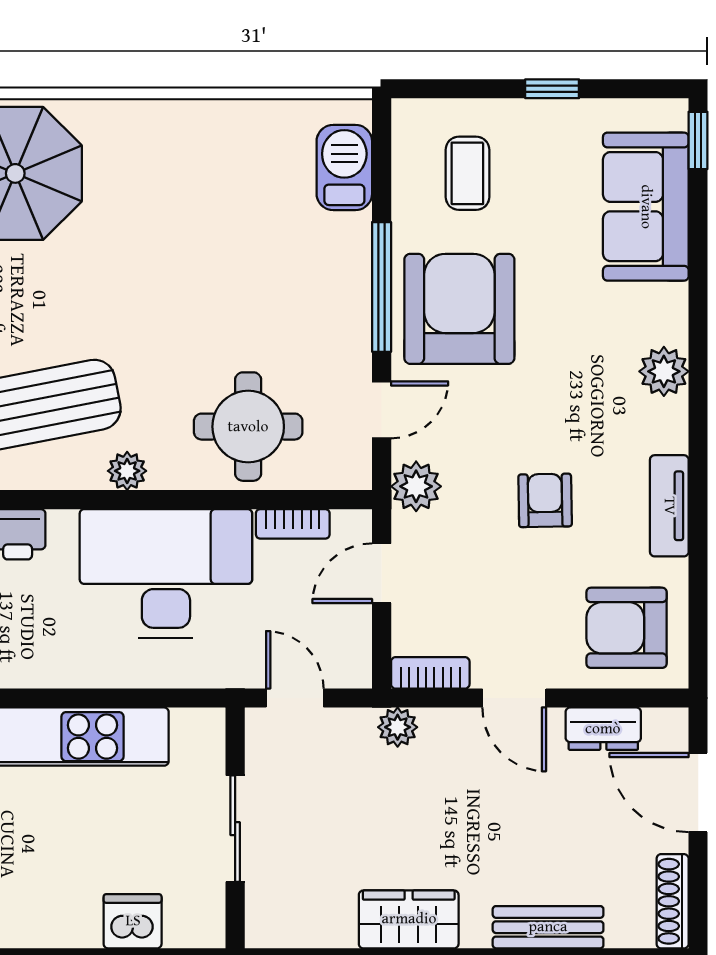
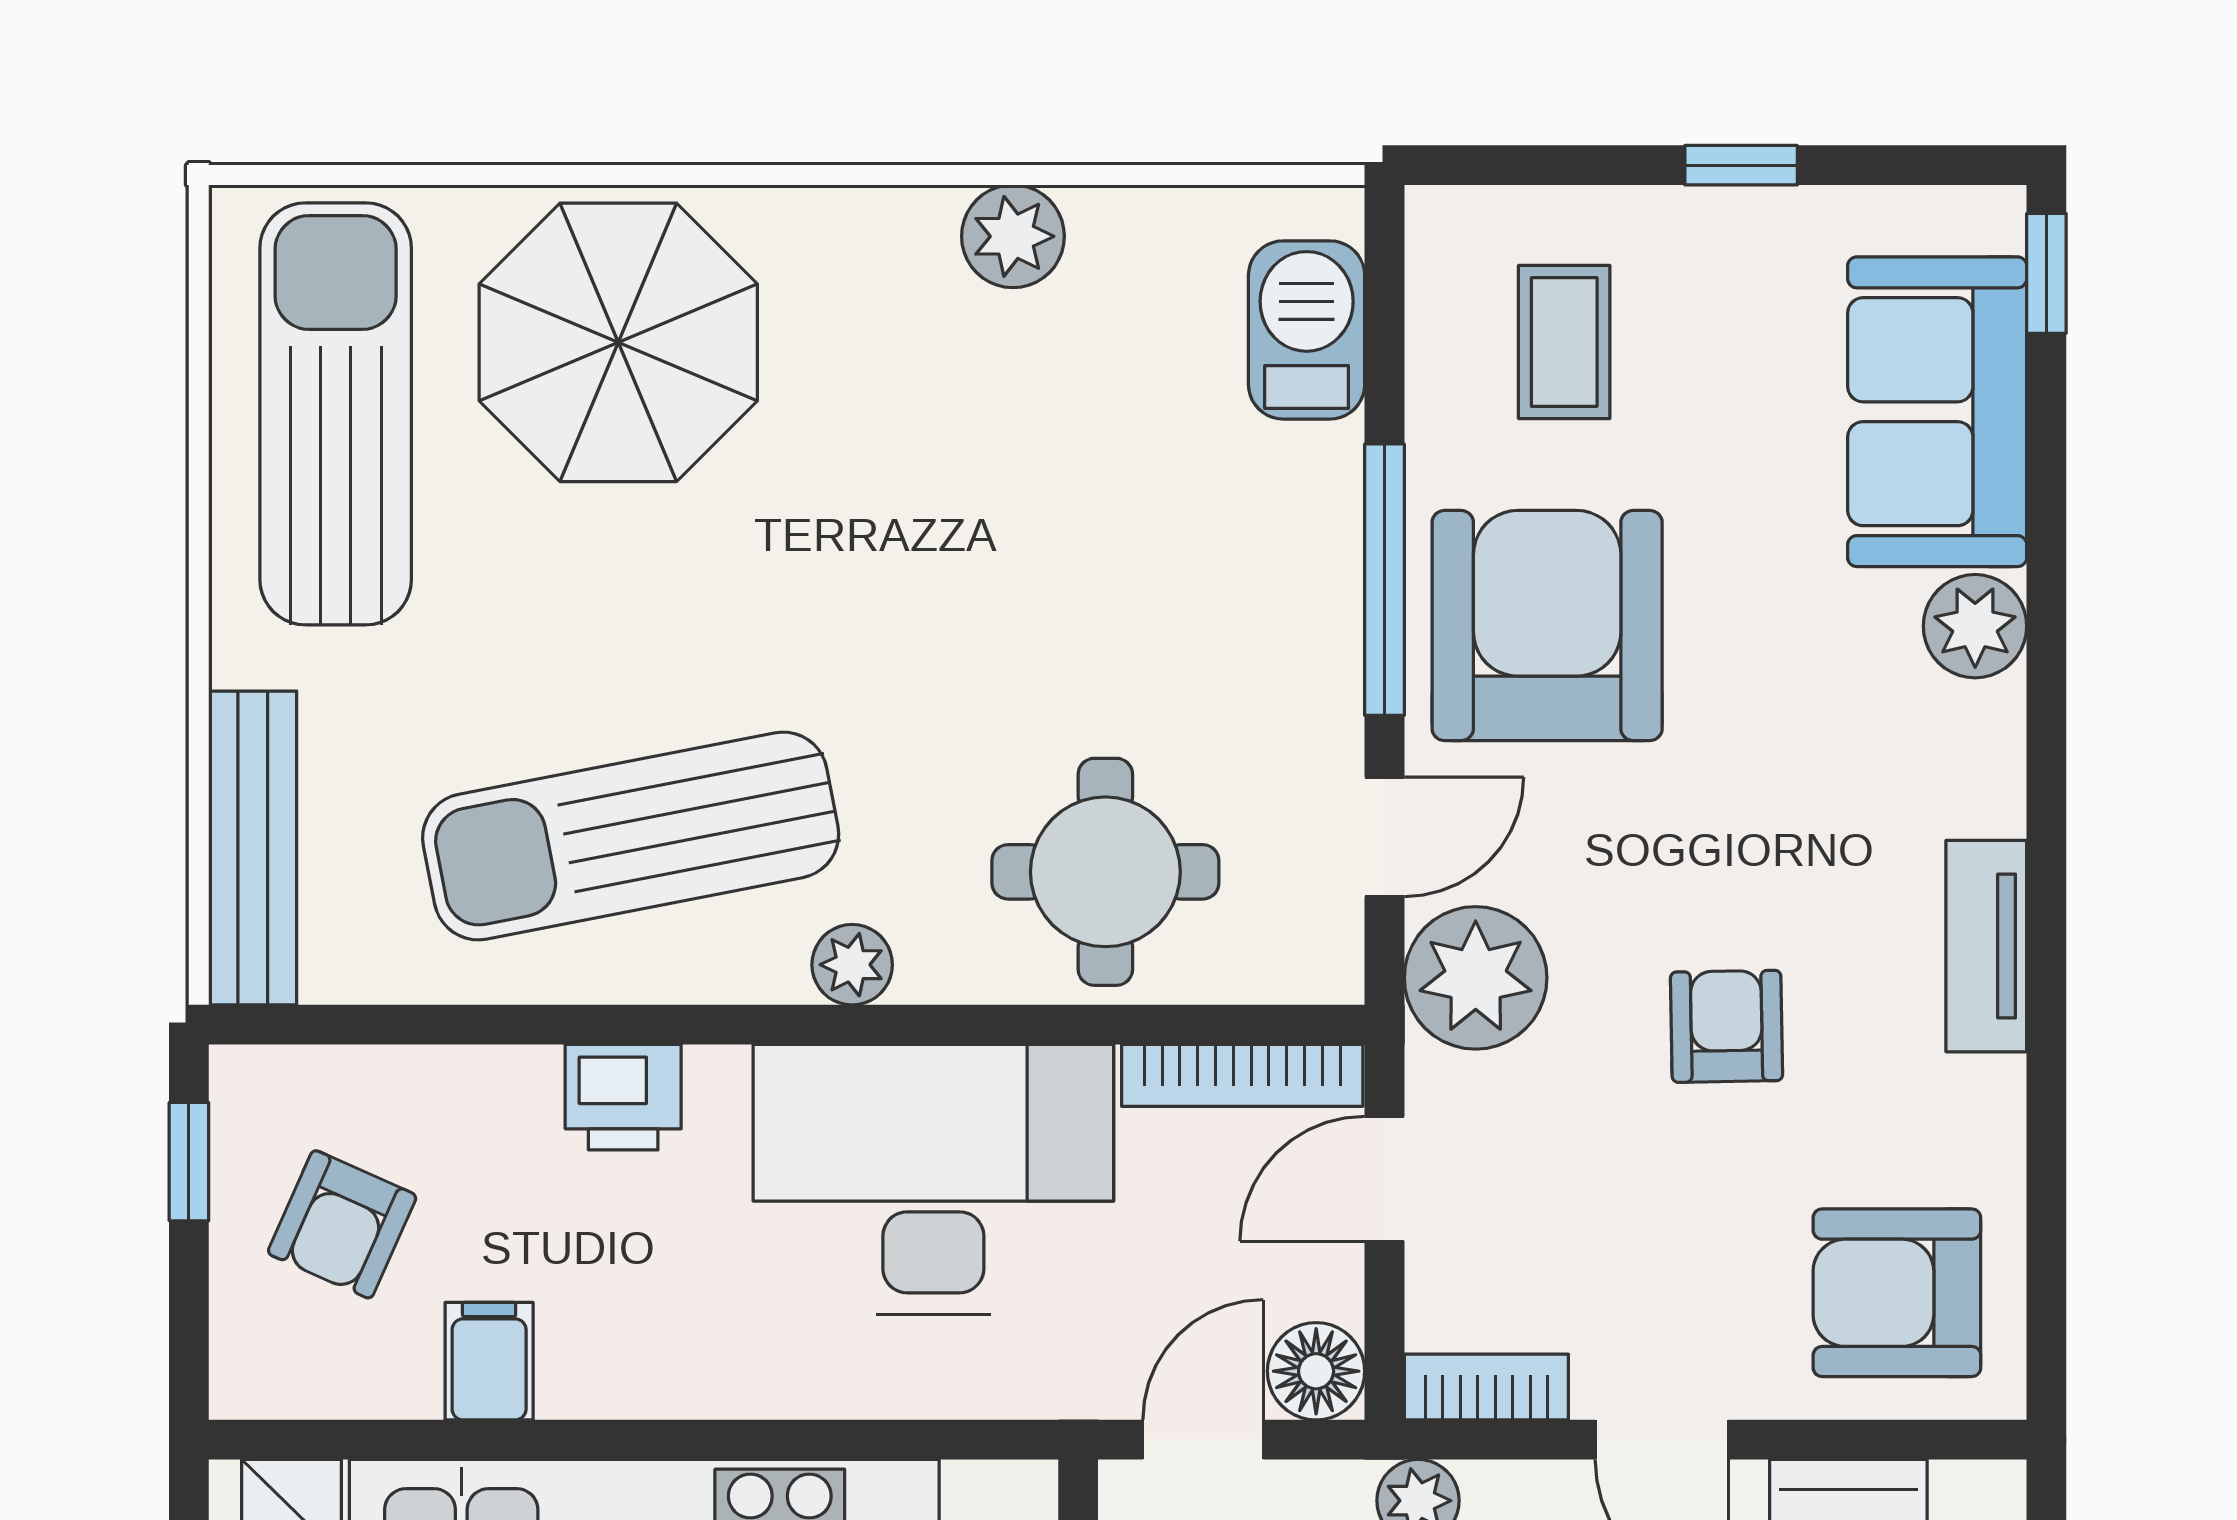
plant: (204, 123) -> (1013, 236), added
plant: (664, 371) -> (1975, 626), moved
plant: (416, 486) -> (1476, 978), width x1.36, depth x1.36
tv unit: (669, 506) -> (1986, 946), moved
bookcase: (293, 524) -> (1242, 1075), width x1.56
floor lamp: (349, 665) -> (1316, 1371), added
door: (295, 698) -> (1203, 1440), hinge flipped

